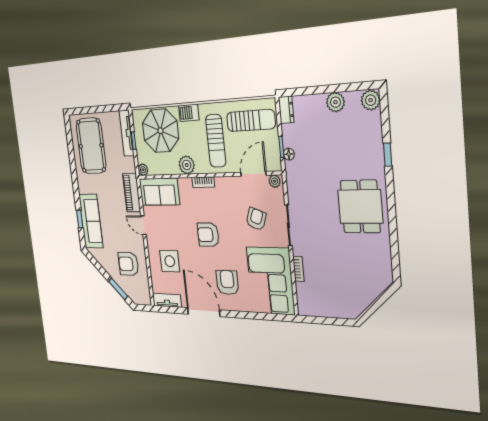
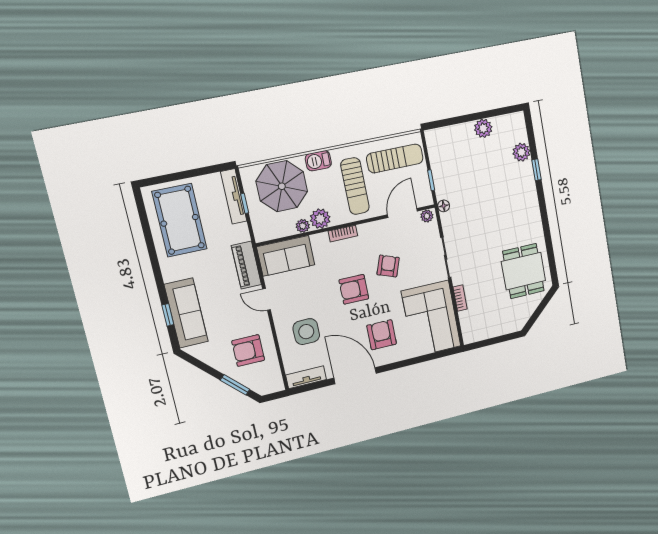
plant: (371, 100) -> (521, 152), moved
dresser: (286, 110) -> (433, 142), removed
floor lamp: (289, 154) -> (444, 206), moved
plant: (143, 170) -> (303, 226), moved
dining table: (360, 207) -> (523, 271), moved
armchair: (256, 219) -> (388, 266), moved

